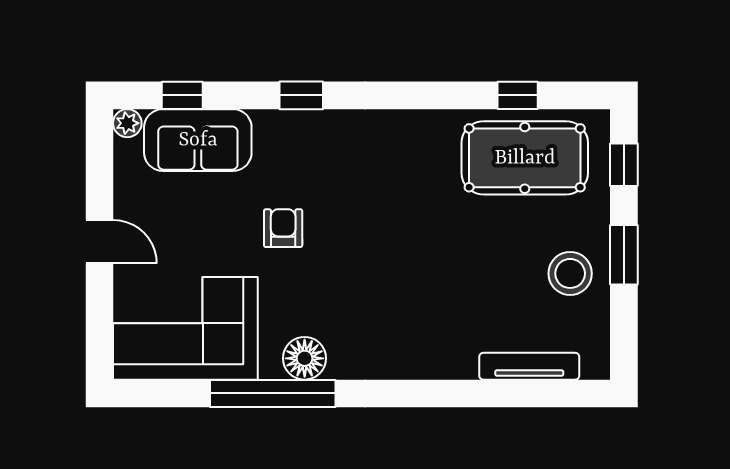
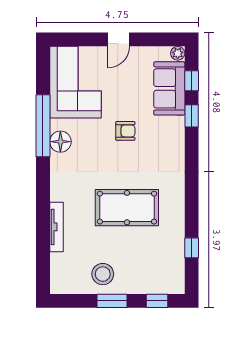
window: (301, 95) -> (192, 116), moved
pool table: (525, 158) -> (127, 208), moved, turned 90
tv unit: (529, 366) -> (56, 227), moved

